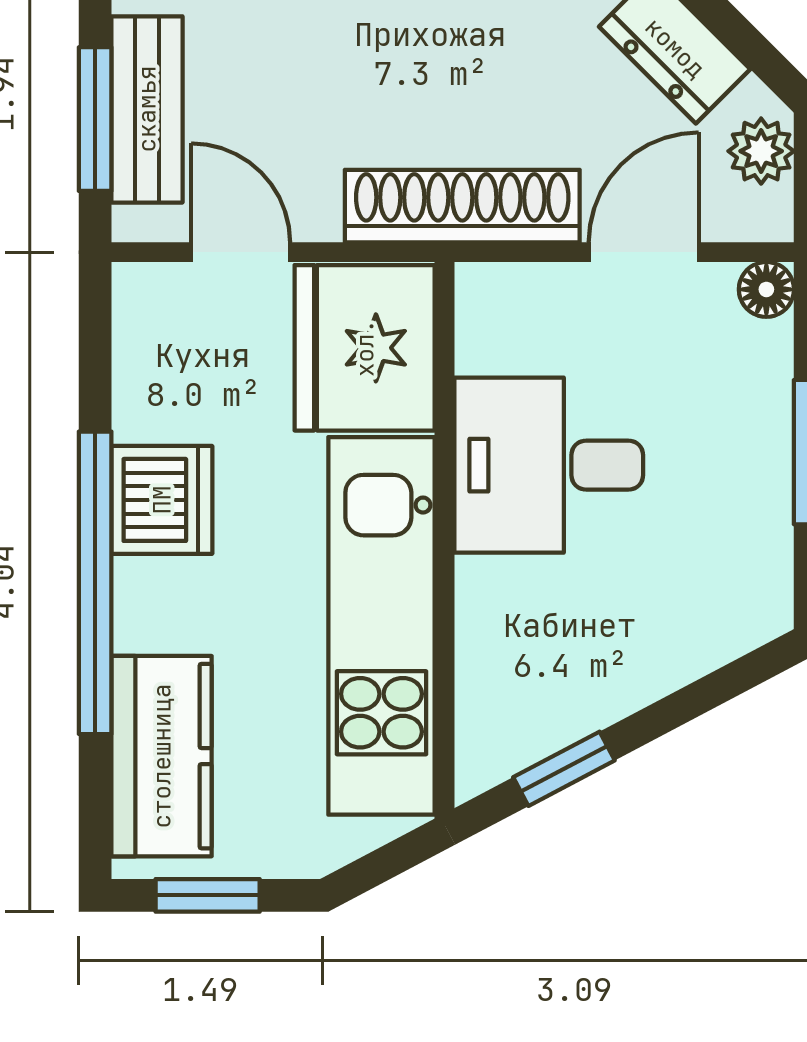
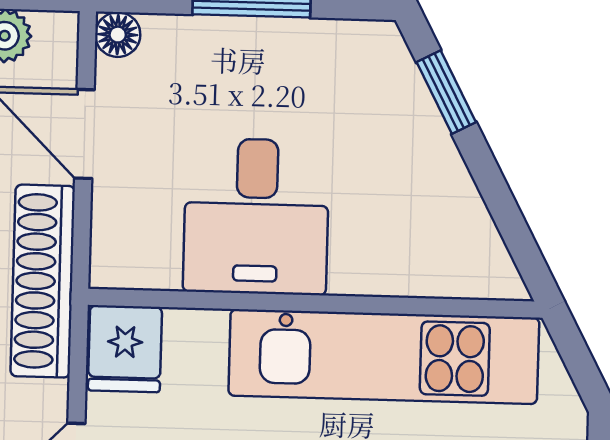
fridge: (365, 348) -> (125, 349), width x0.53, depth x0.75
window: (564, 769) -> (446, 92), moved

